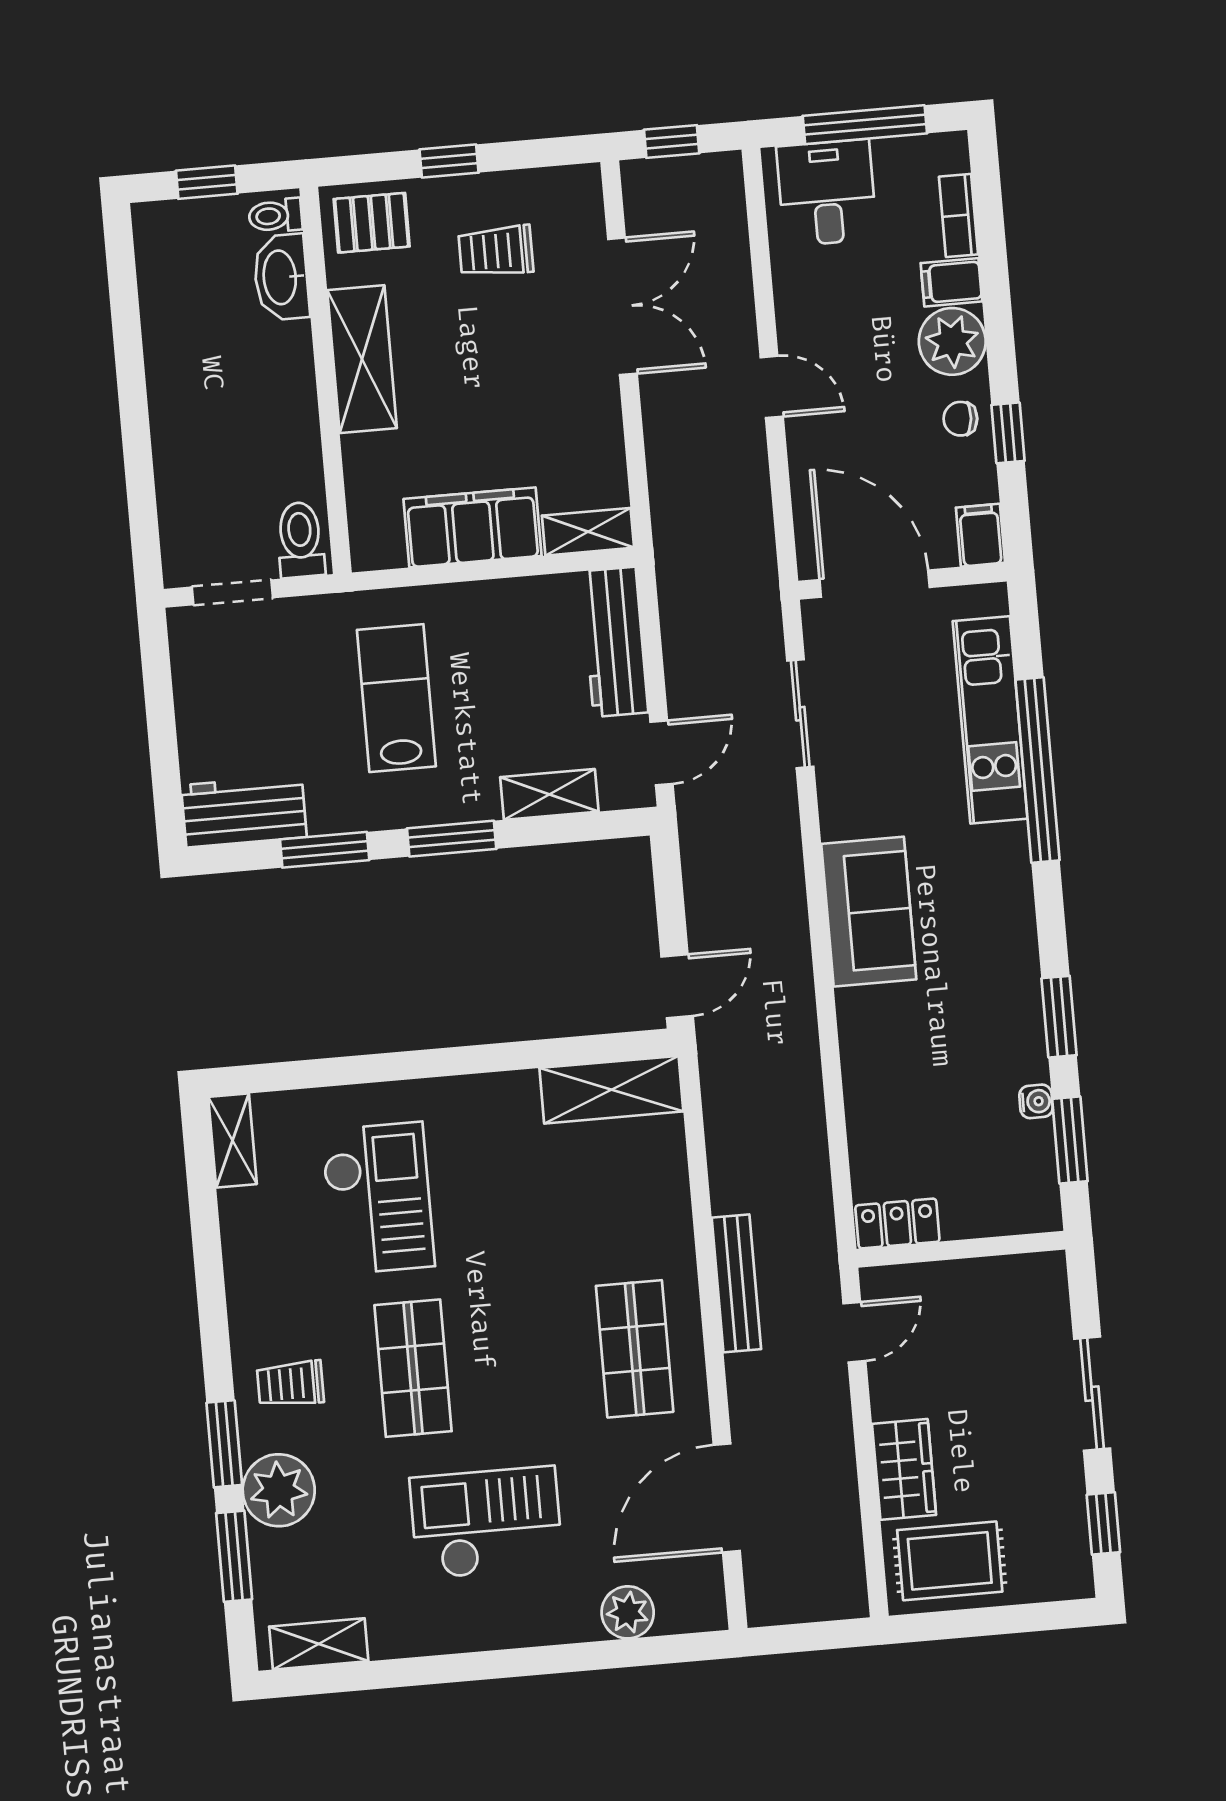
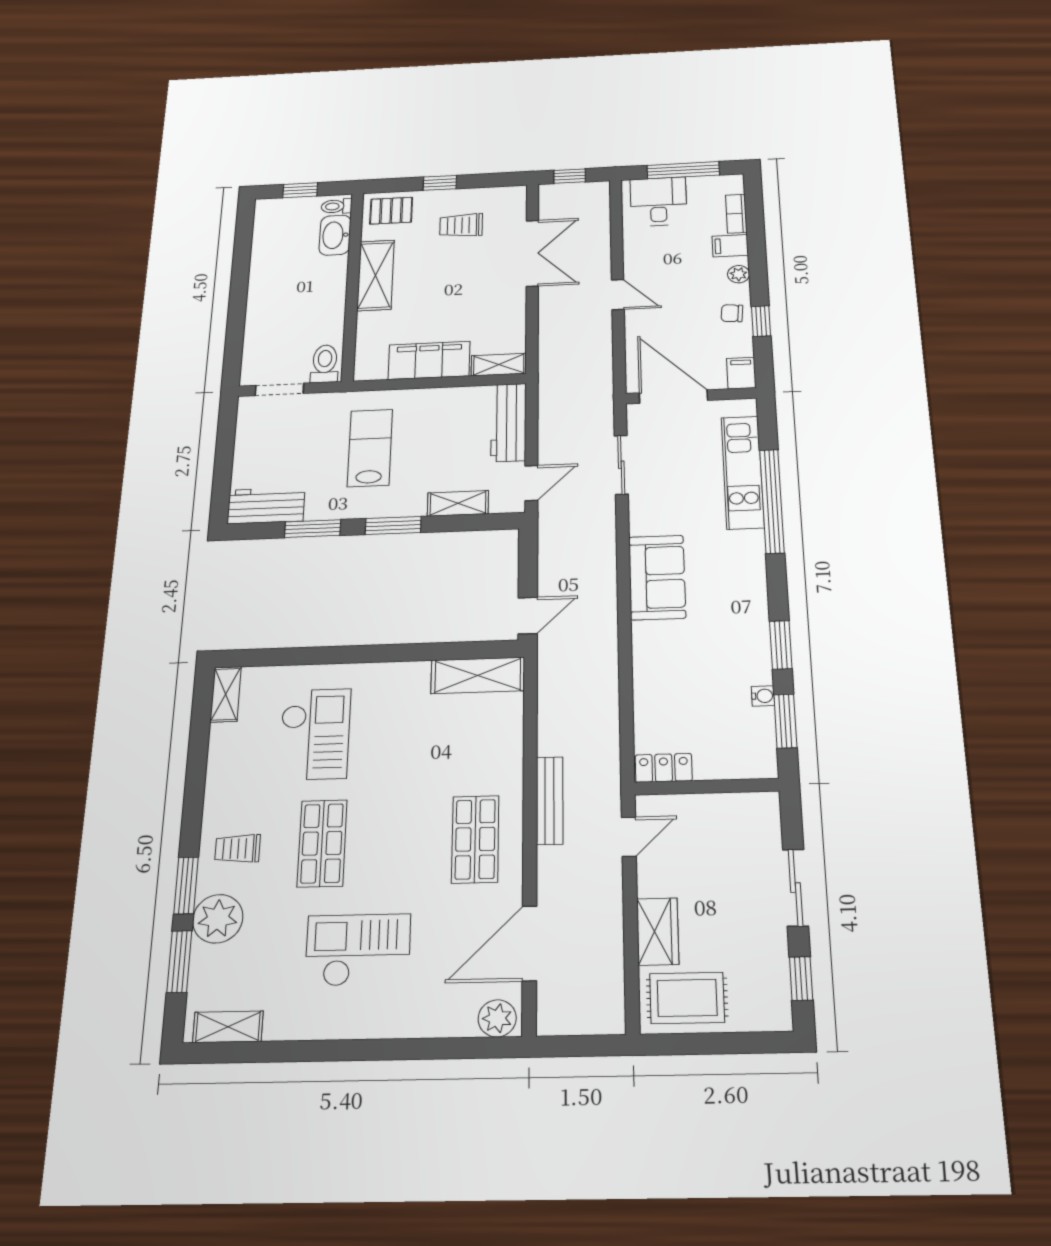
plant: (952, 341) -> (739, 274), width x0.53, depth x0.53
plant: (628, 1612) -> (497, 1018), moved

